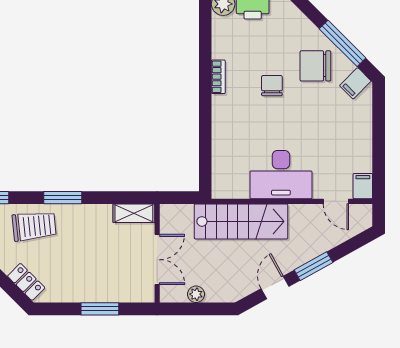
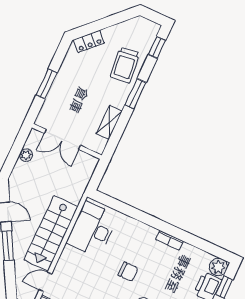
chair: (272, 86) -> (128, 272), moved
desk: (281, 175) -> (92, 229), moved
shelving: (134, 213) -> (109, 122), moved
stairs: (241, 221) -> (51, 233), moved

